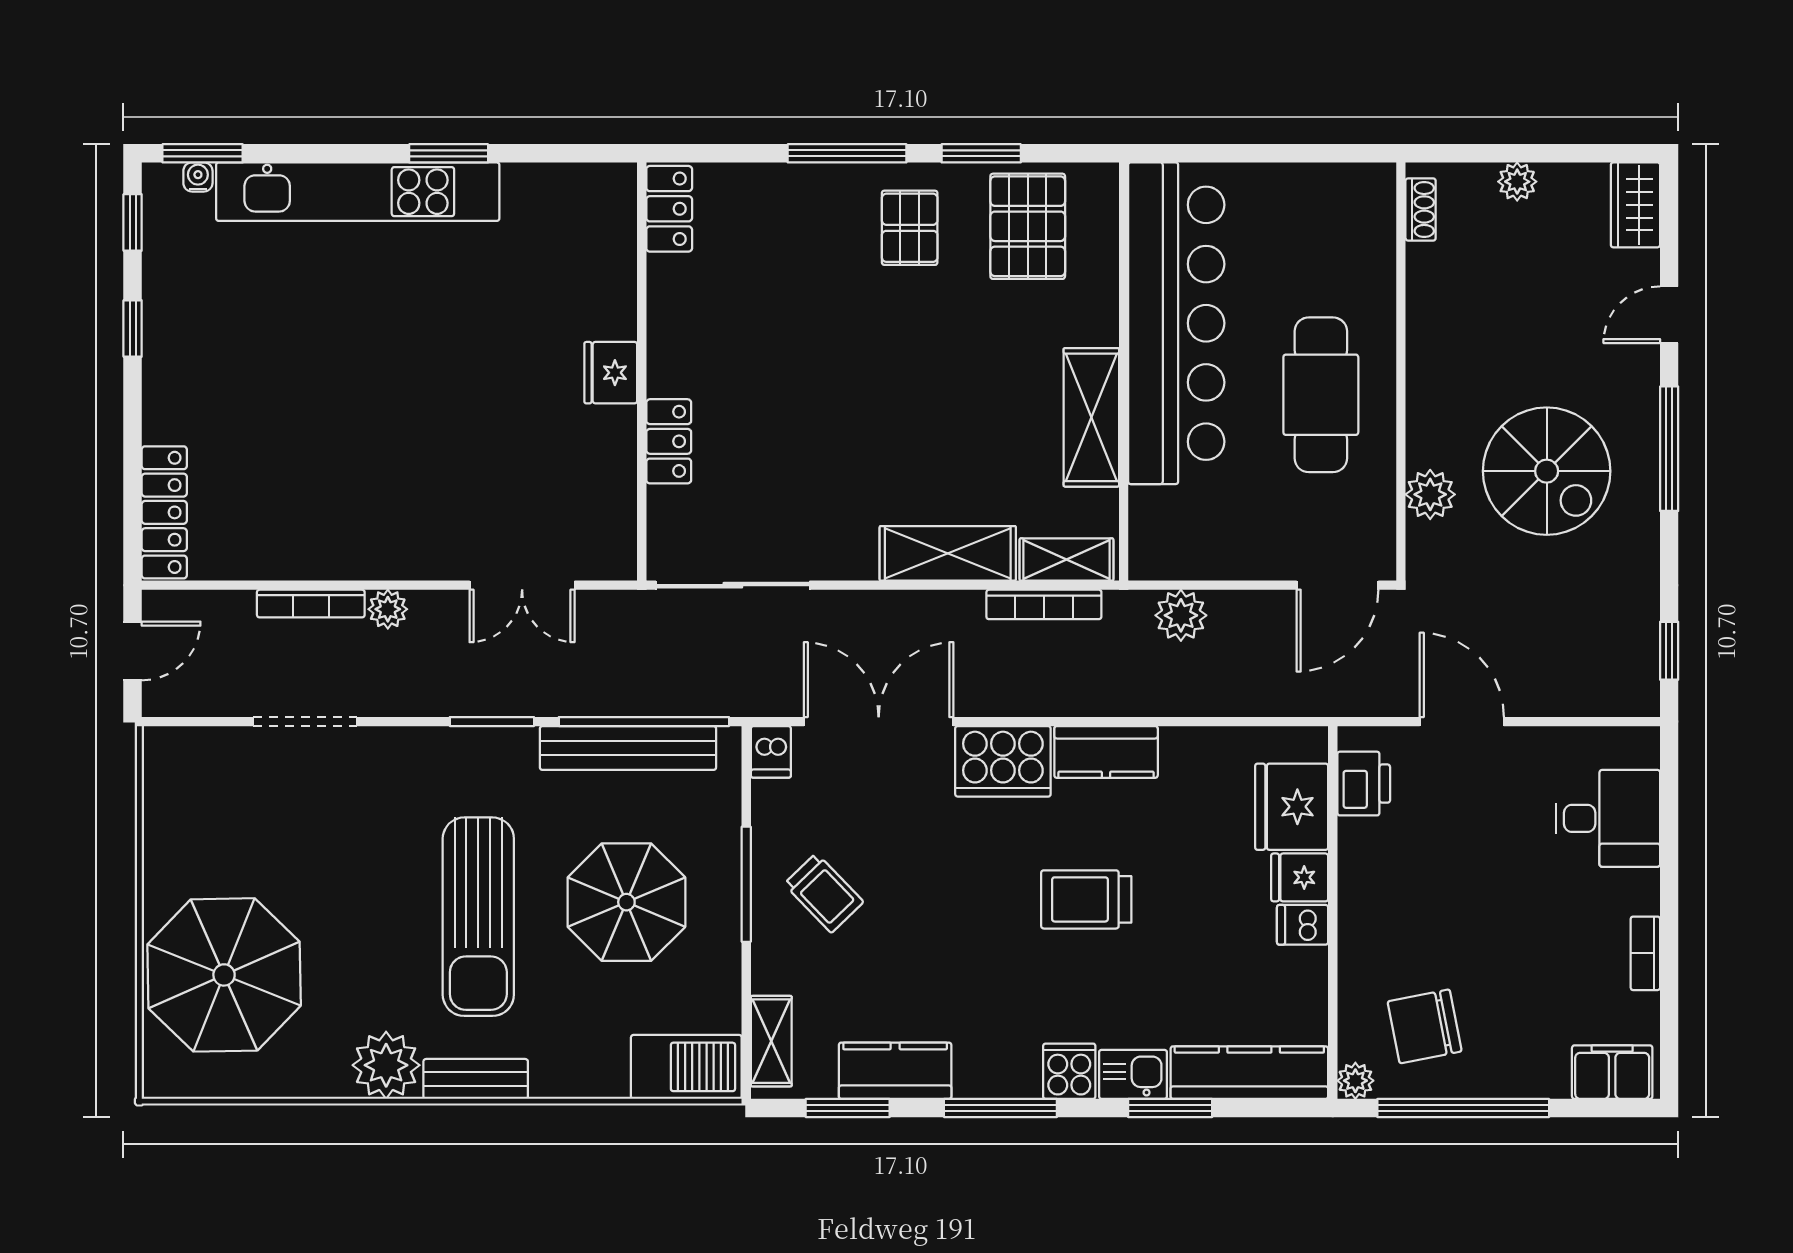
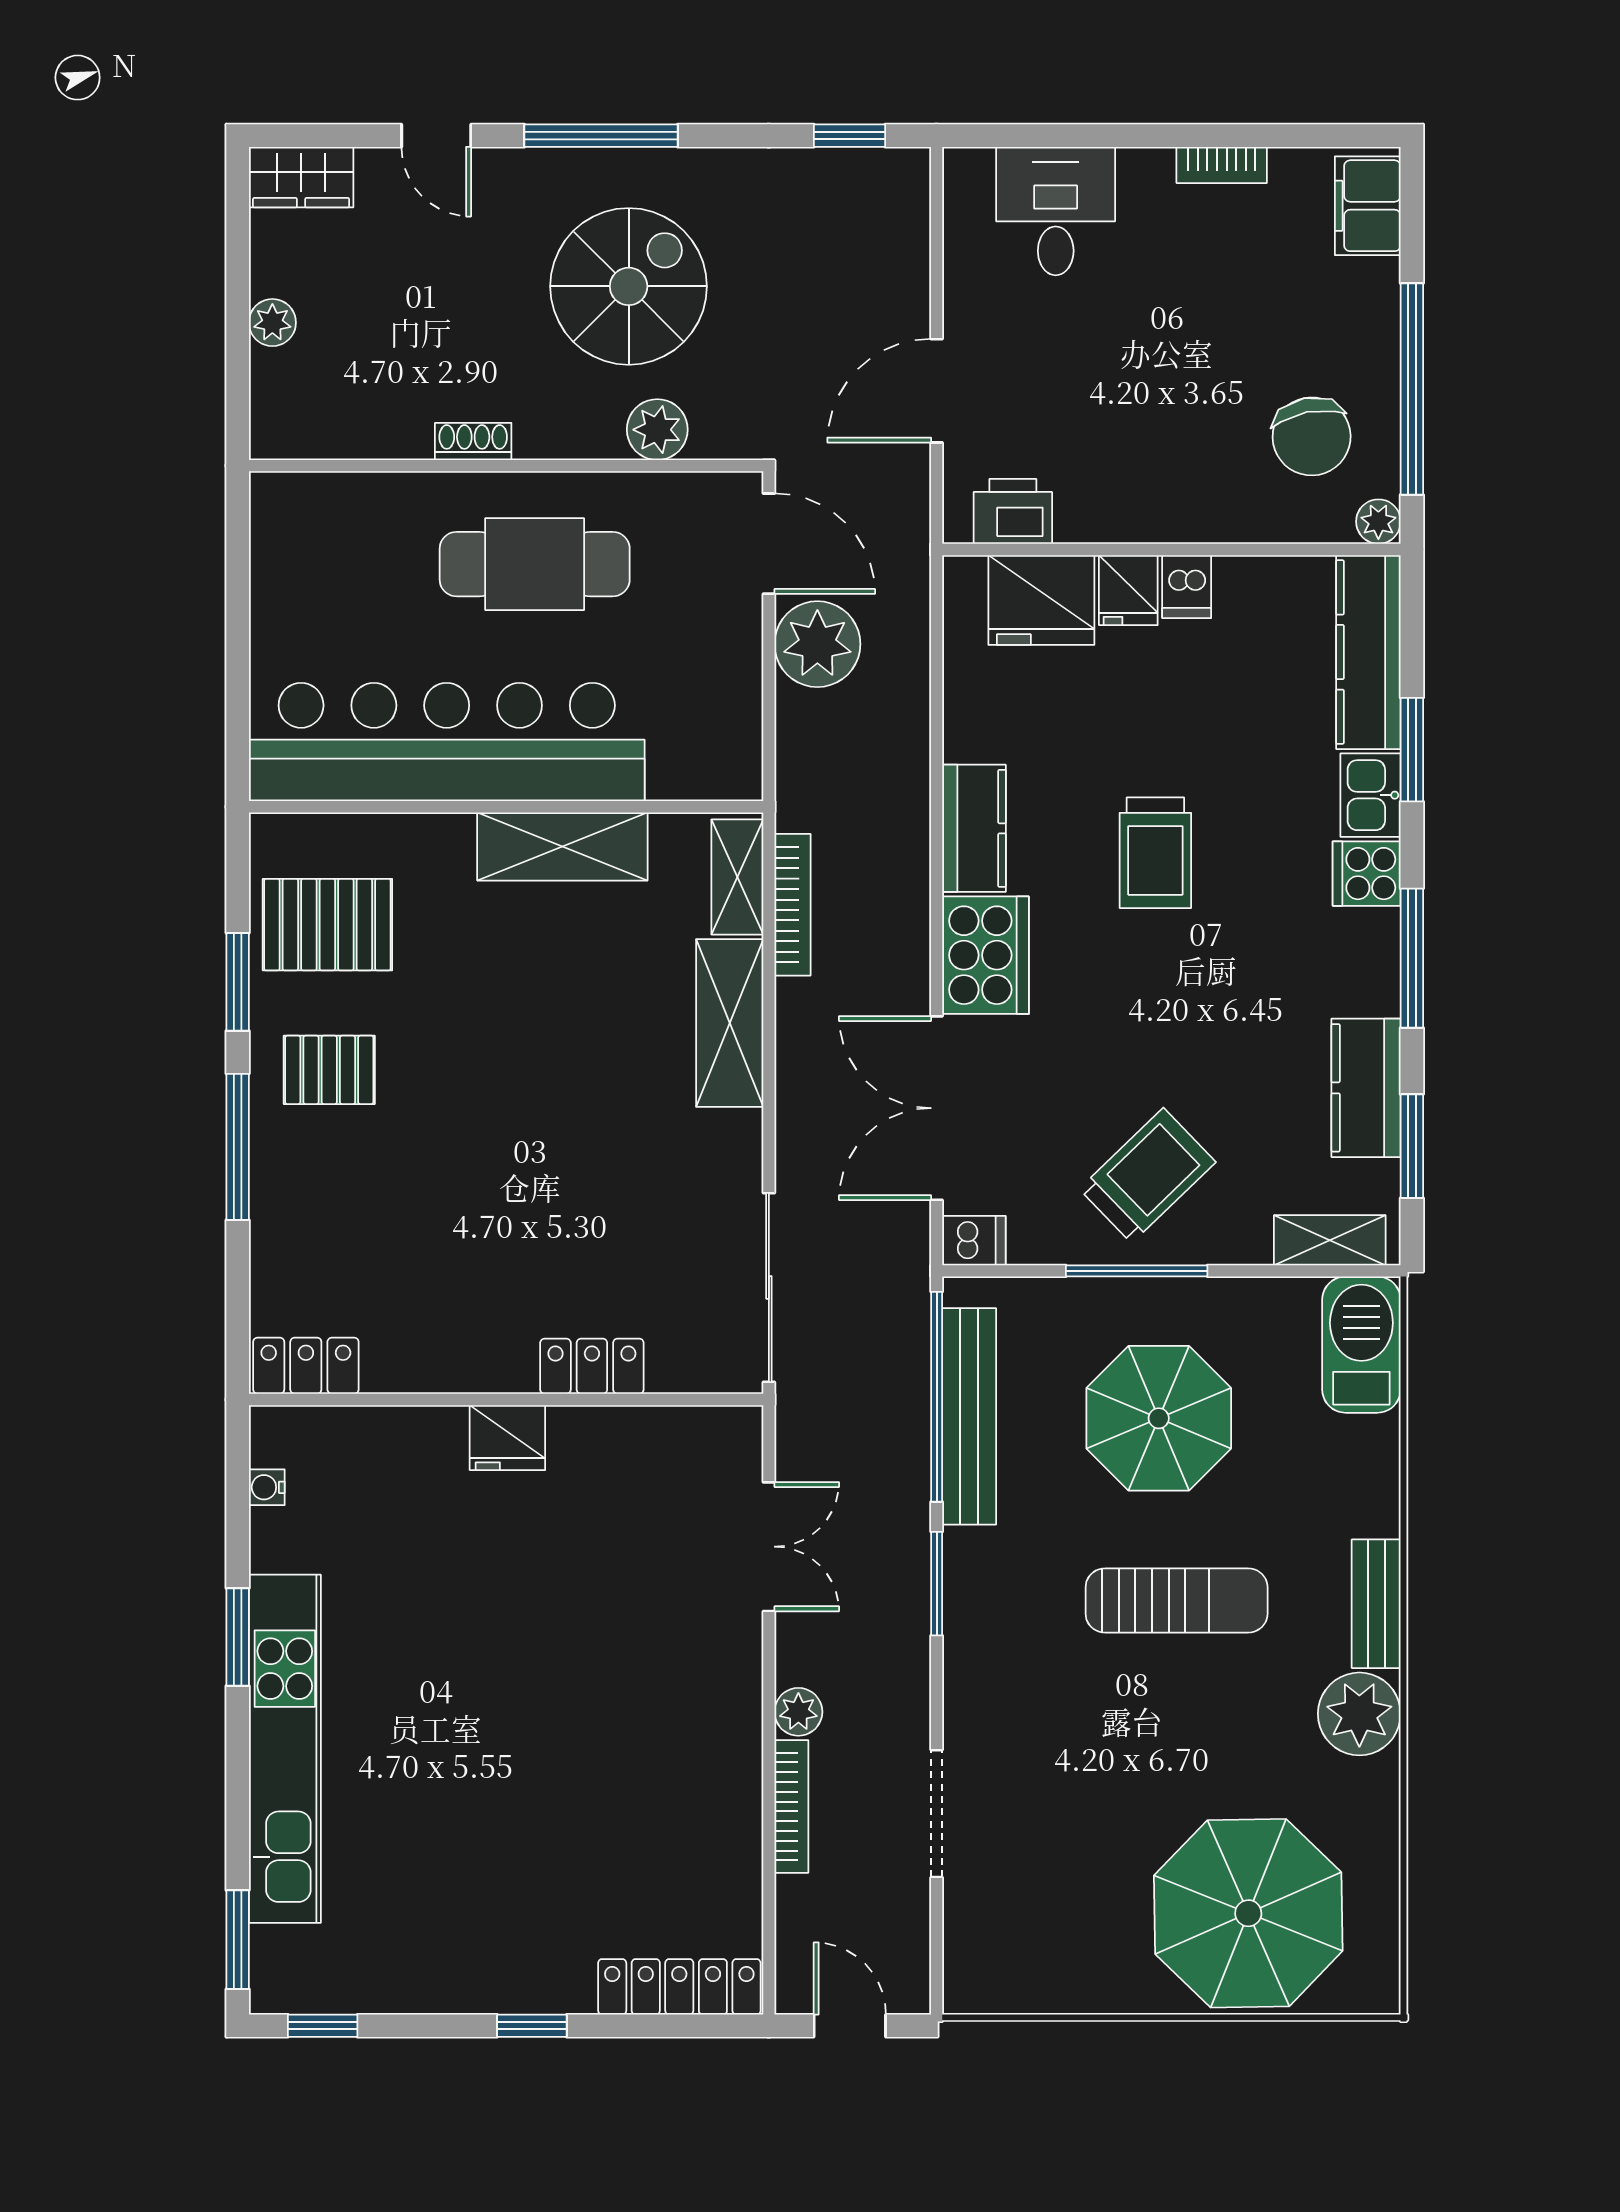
water cooler: (198, 177) -> (267, 1487), moved
shoe rack: (1421, 209) -> (473, 441), moved
window: (133, 328) -> (532, 2026), moved
plant: (1181, 615) -> (817, 644), moved, width x1.36, depth x1.36
trolley: (824, 893) -> (1148, 1176), width x1.36, depth x1.39
sun lounger: (478, 917) -> (1177, 1600), width x0.73, depth x0.75

